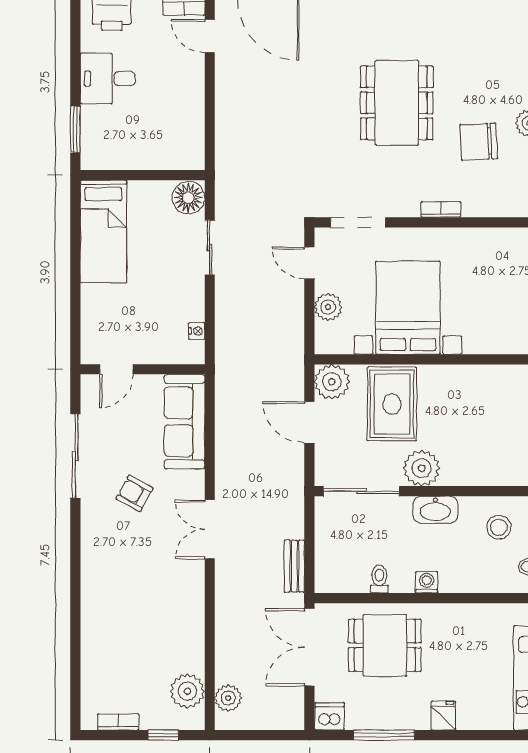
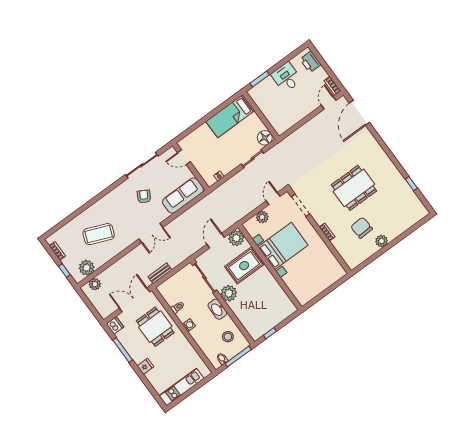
double door: (210, 529) -> (151, 233), swing flipped
coffee table: (143, 625) -> (99, 234), added

